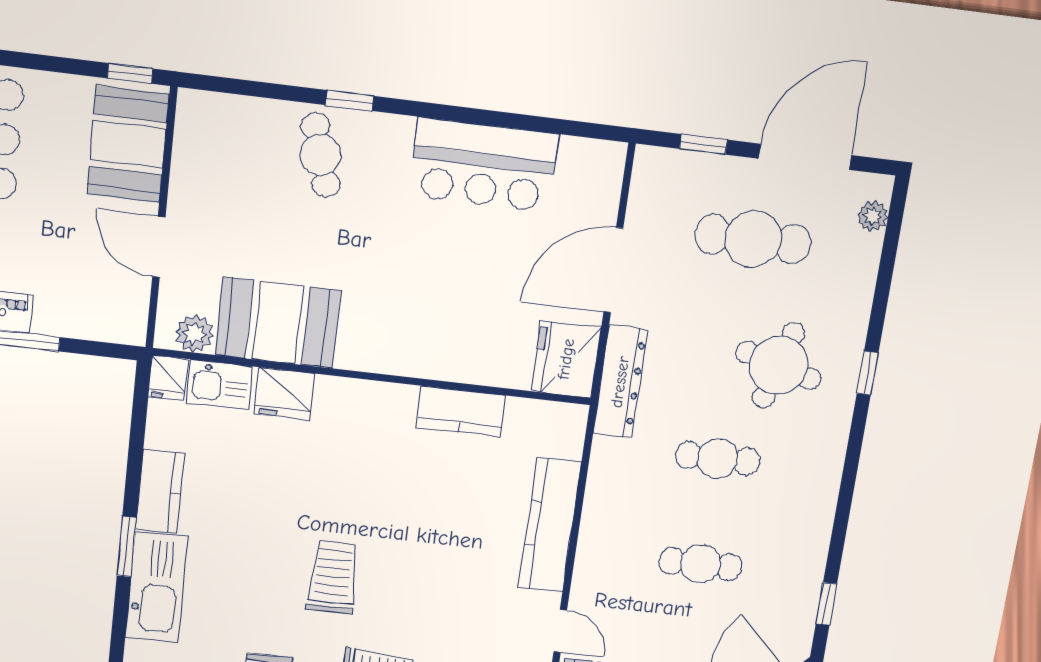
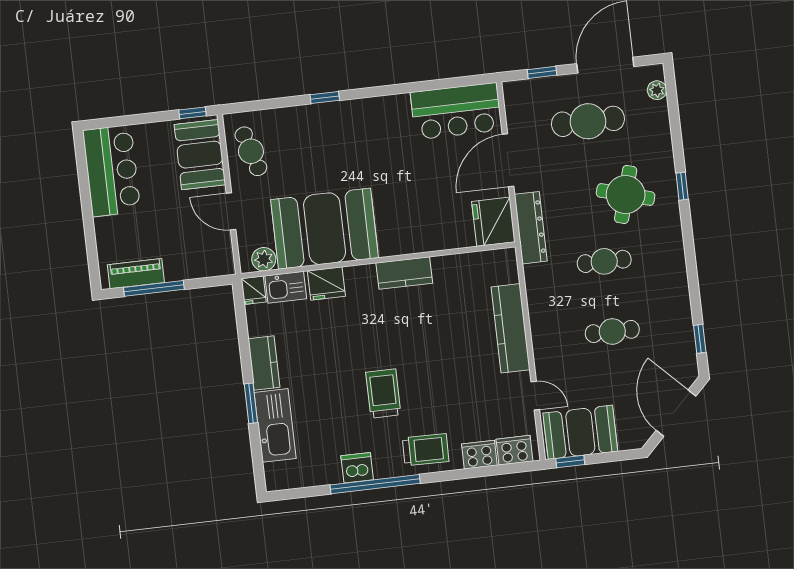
cafe table: (321, 155) -> (251, 151), moved
bar counter: (484, 165) -> (456, 111), moved
booth: (278, 323) -> (325, 229), width x1.36, depth x1.42
kitchen counter: (461, 411) -> (404, 273), moved

